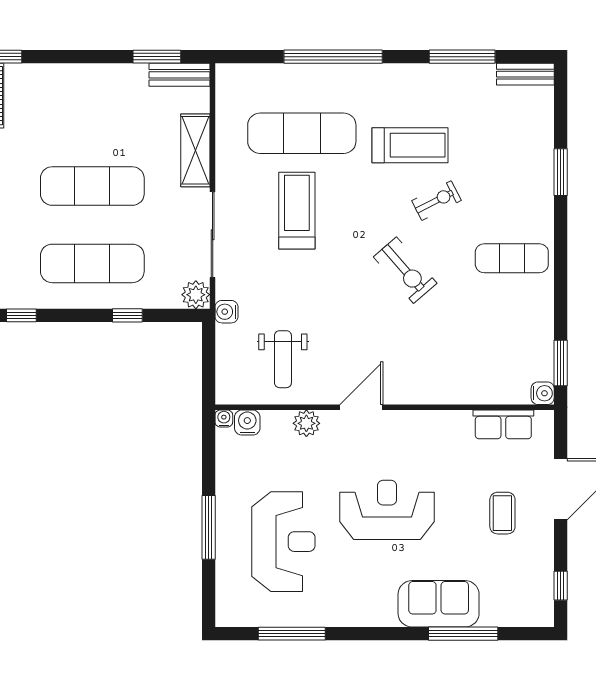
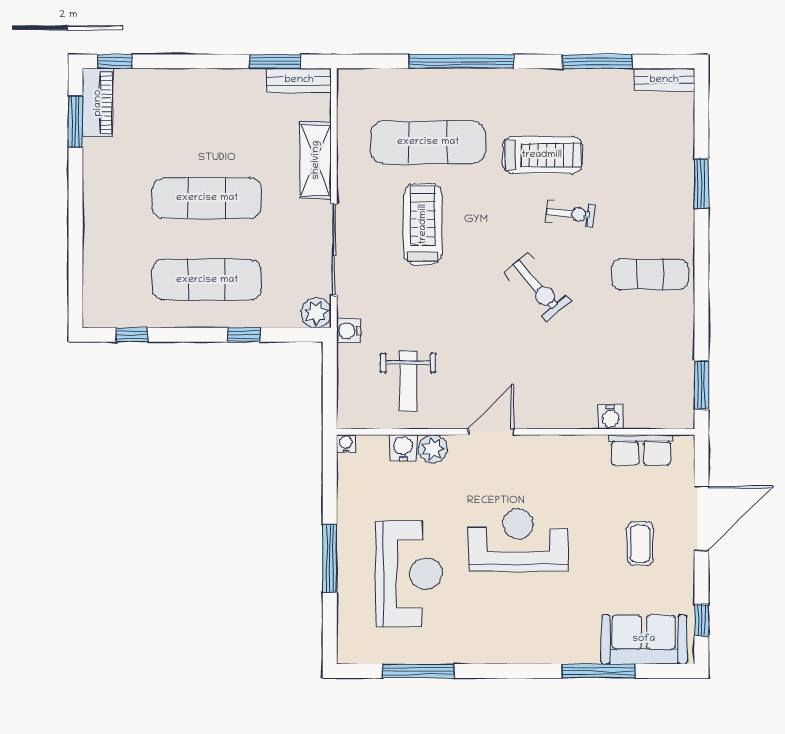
exercise bike: (436, 201) -> (570, 213), turned 33
water cooler: (543, 393) -> (610, 417), moved, turned 90
water cooler: (247, 423) -> (403, 448), moved
sofa: (439, 604) -> (644, 639), moved

